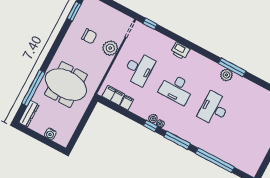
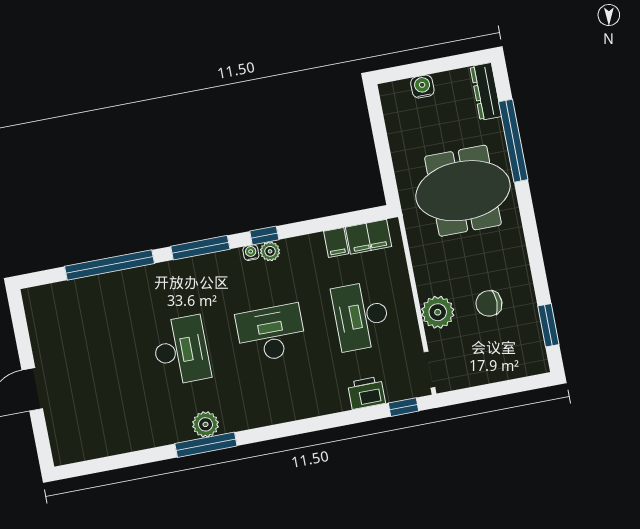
printer: (180, 51) -> (366, 393), moved

